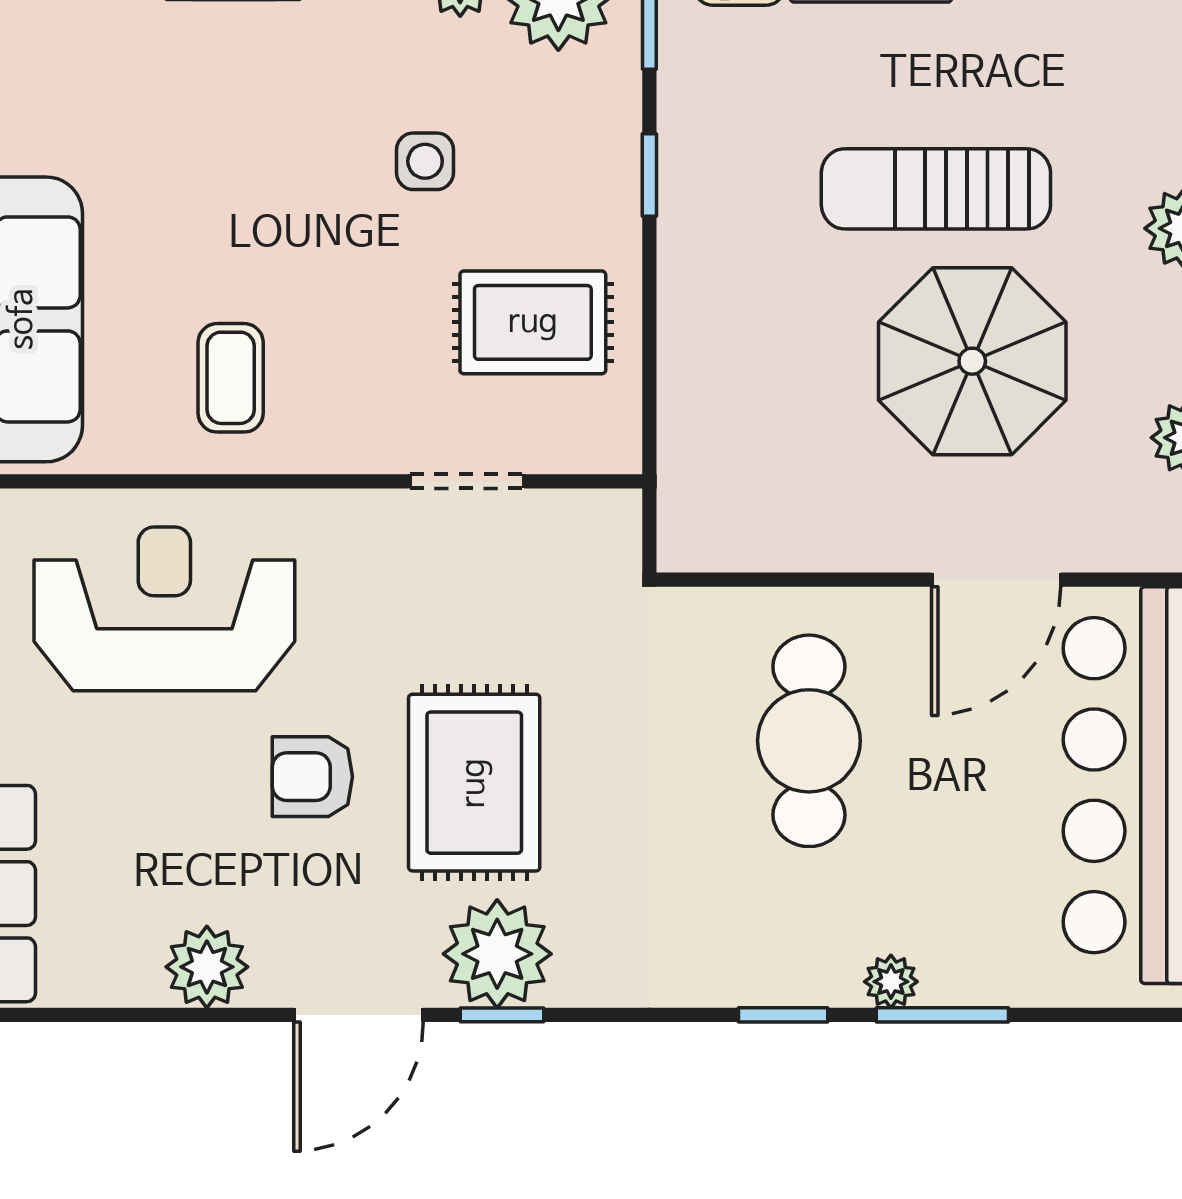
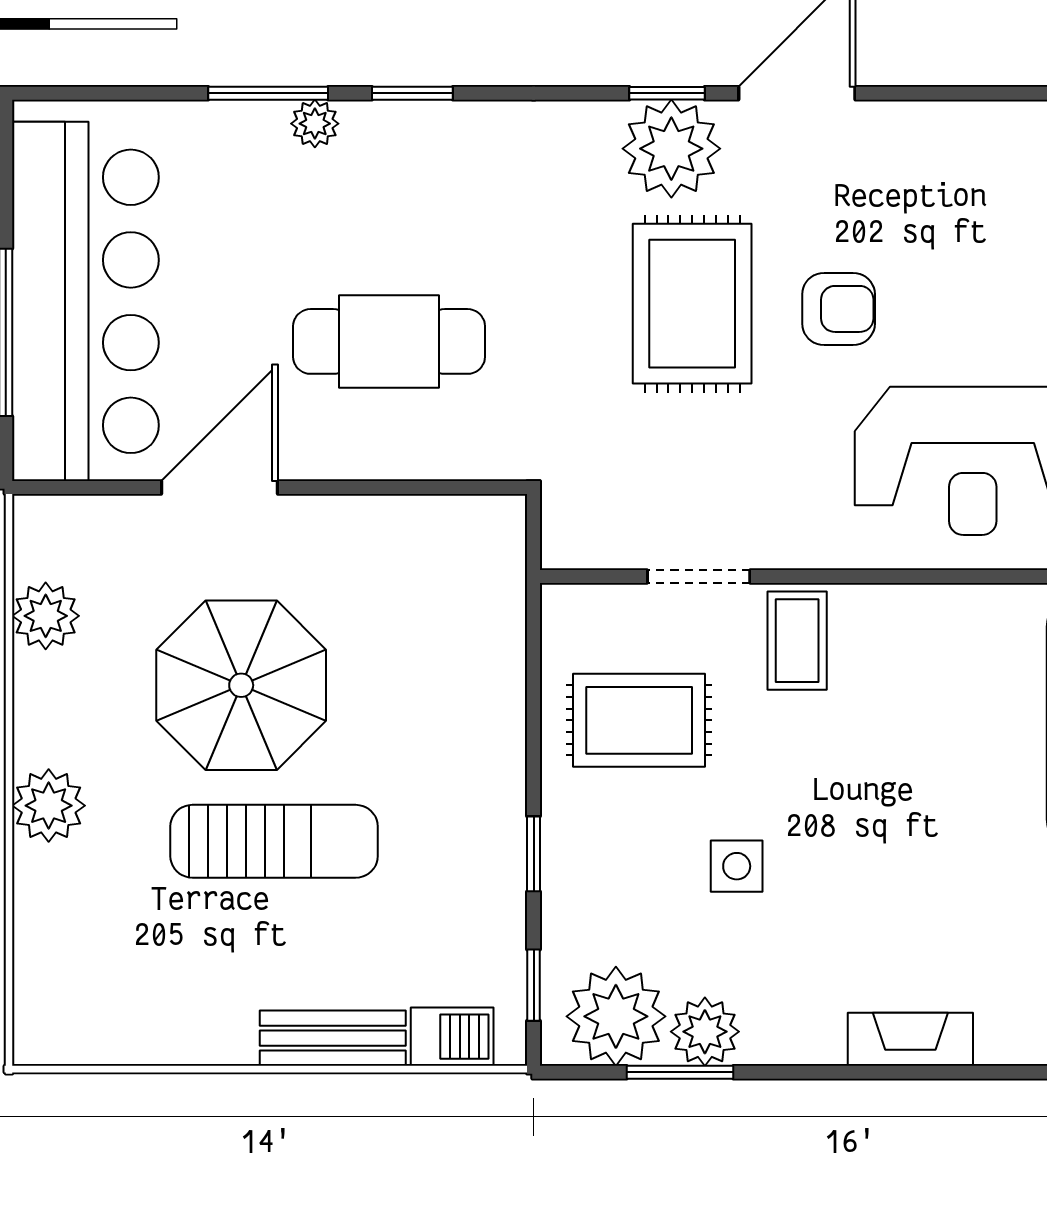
coffee table: (231, 378) -> (797, 641), moved
cafe table: (809, 741) -> (389, 341), turned 90
plant: (207, 967) -> (934, 137), removed

